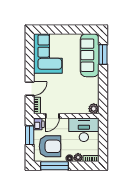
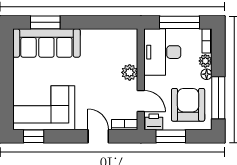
window: (30, 47) -> (34, 136), added
plant: (94, 109) -> (130, 72), moved
window: (103, 141) -> (179, 22), added

